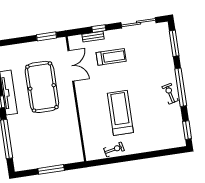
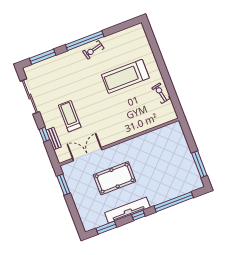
pool table: (42, 87) -> (115, 178), width x0.73, depth x0.76
treadmill: (120, 113) -> (125, 76), moved
window: (187, 130) -> (126, 25), removed
window: (51, 169) -> (199, 164), moved

